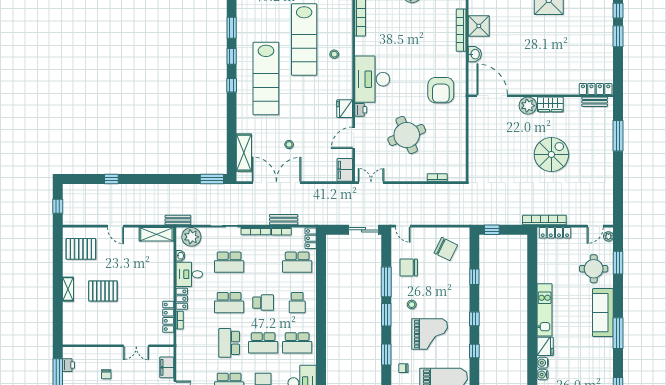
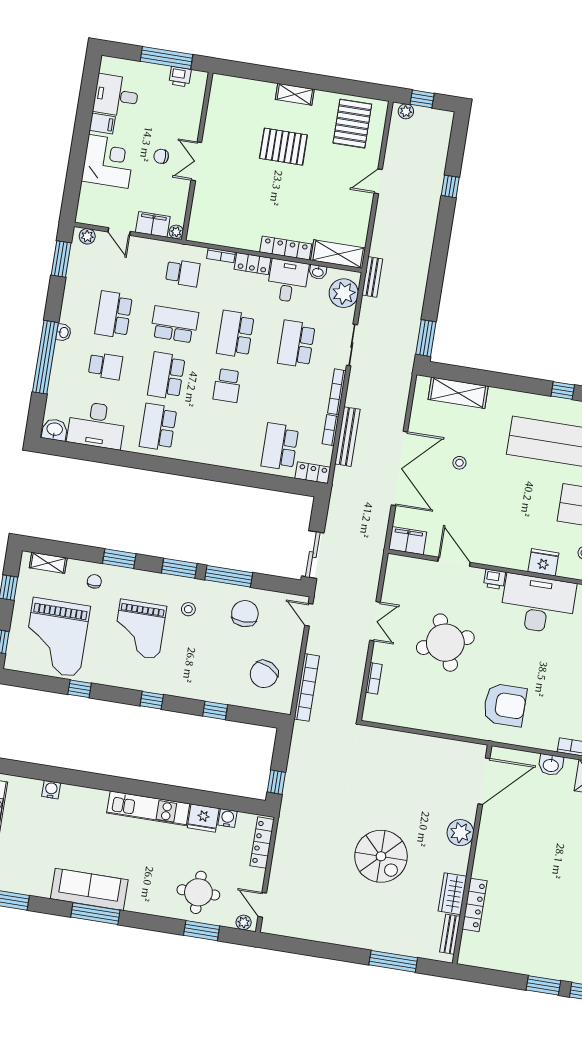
locker: (596, 89) -> (475, 905), moved
armchair: (441, 90) -> (505, 705), turned 180
wardrobe: (550, 104) -> (453, 894), moved
fridge: (345, 109) -> (543, 562), moved
double door: (277, 183) -> (399, 468), moved
double door: (371, 183) -> (375, 621), moved
plant: (67, 216) -> (406, 111), added
bench: (284, 220) -> (347, 437), width x1.36
bookcase: (544, 220) -> (307, 687), moved
door: (403, 226) -> (309, 615), hinge flipped
window: (492, 230) -> (276, 782), moved
shelving: (156, 234) -> (338, 254), moved, turned 90
pallet: (103, 291) -> (283, 147), turned 90
school desk: (297, 303) -> (183, 273), moved, turned 180
sofa: (603, 313) -> (89, 889), moved
locker: (168, 317) -> (286, 248), moved
double door: (136, 346) -> (196, 161), moved
fridge: (545, 346) -> (203, 818), moved
plant: (169, 351) -> (176, 232), added
window: (474, 351) -> (80, 689), moved
water cooler: (543, 363) -> (227, 818), moved
chair: (106, 374) -> (161, 156), moved

